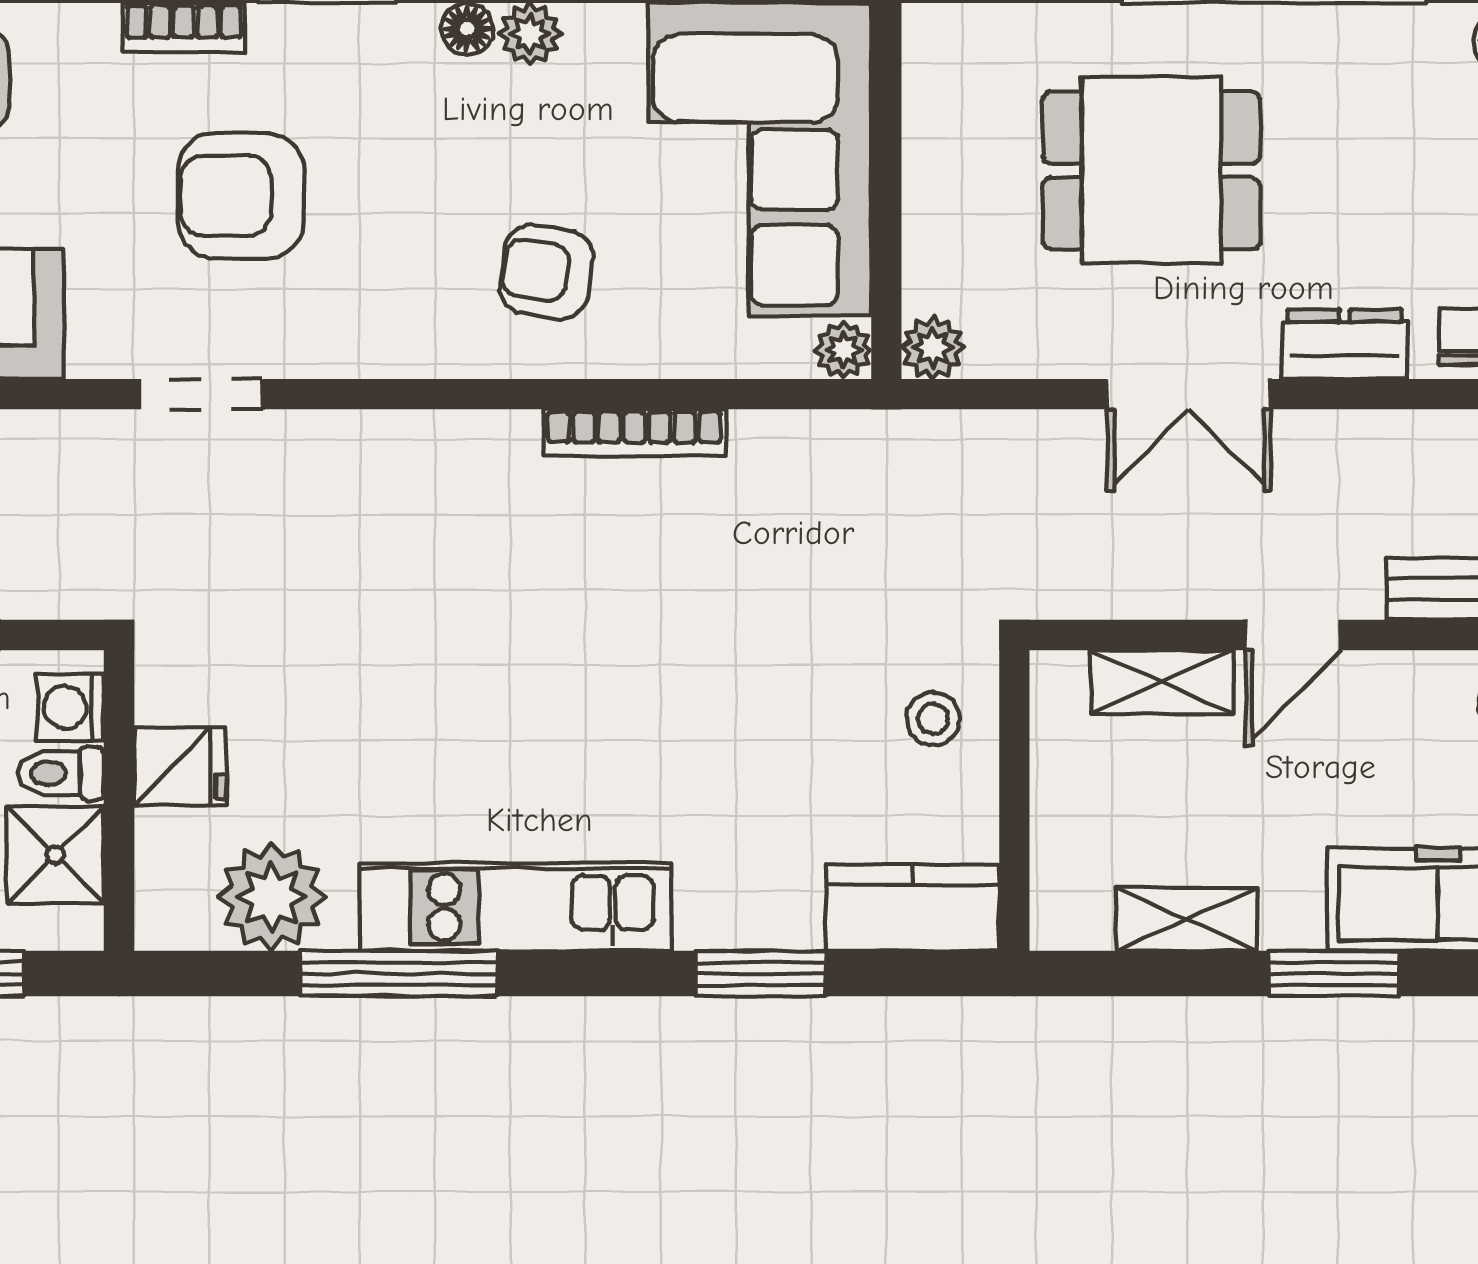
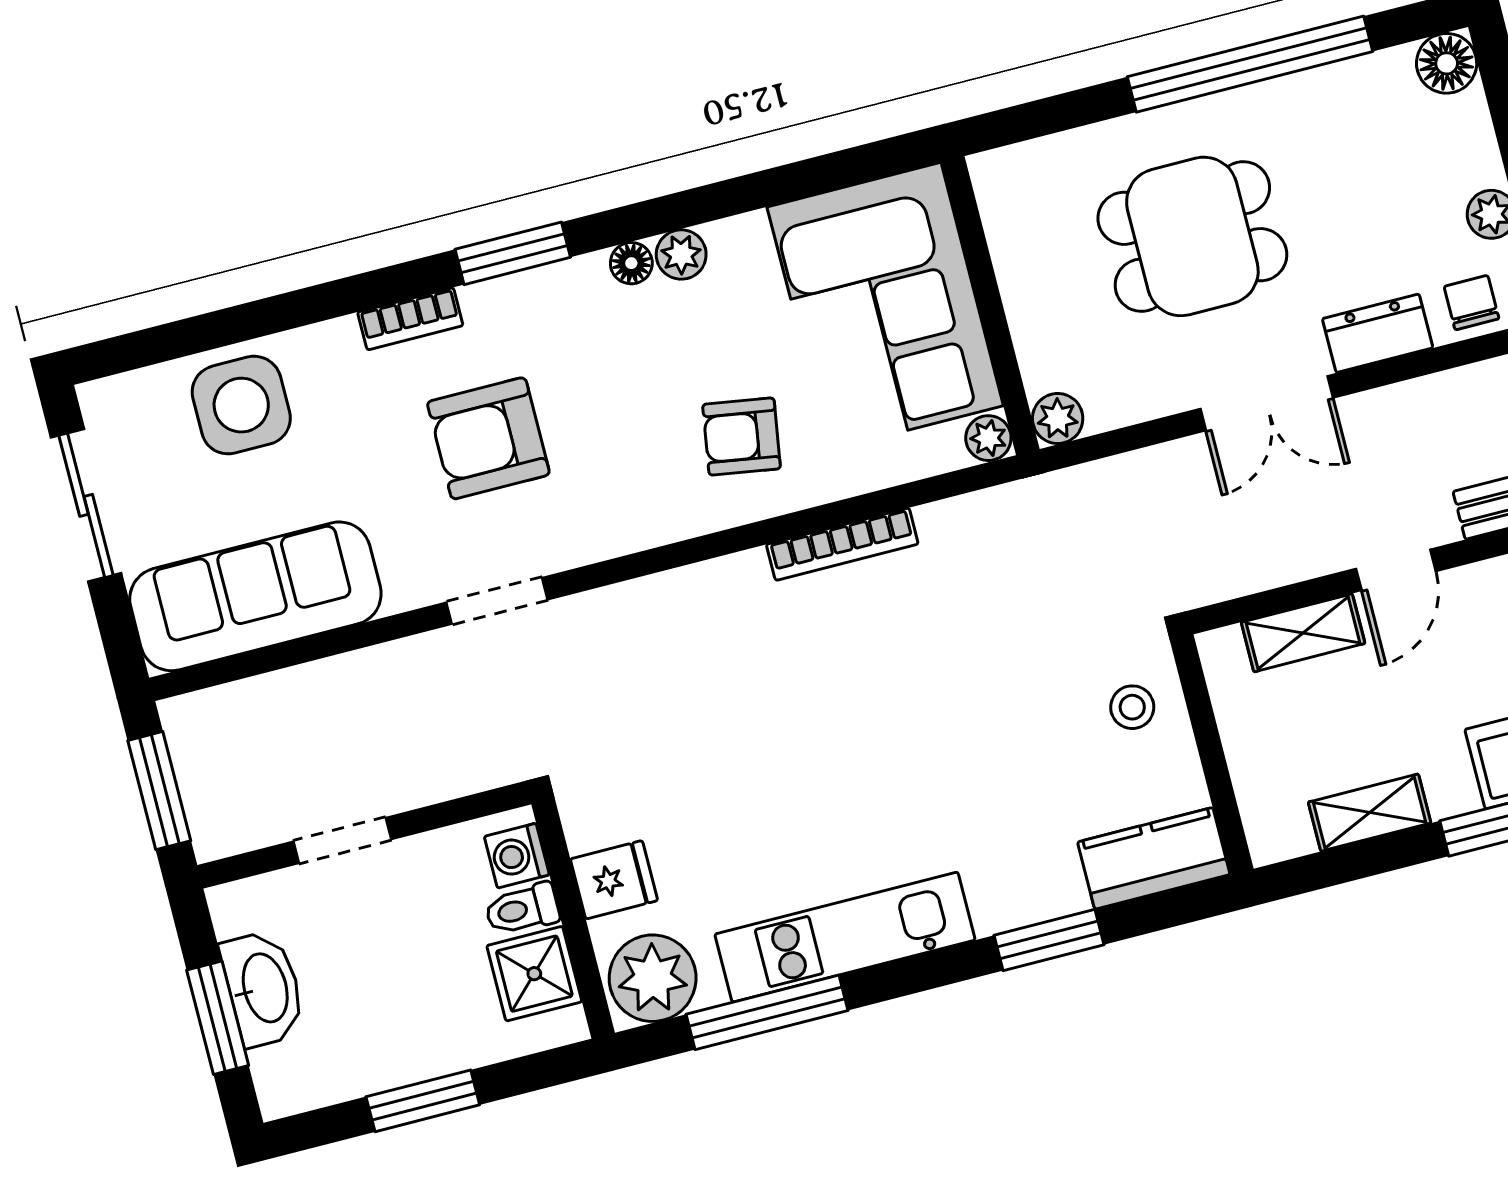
washing machine: (71, 707) -> (517, 856), moved
fridge: (180, 766) -> (614, 880), moved
toilet: (61, 773) -> (522, 909), moved
wall: (119, 800) -> (573, 919), moved
shower: (55, 855) -> (534, 974), moved

